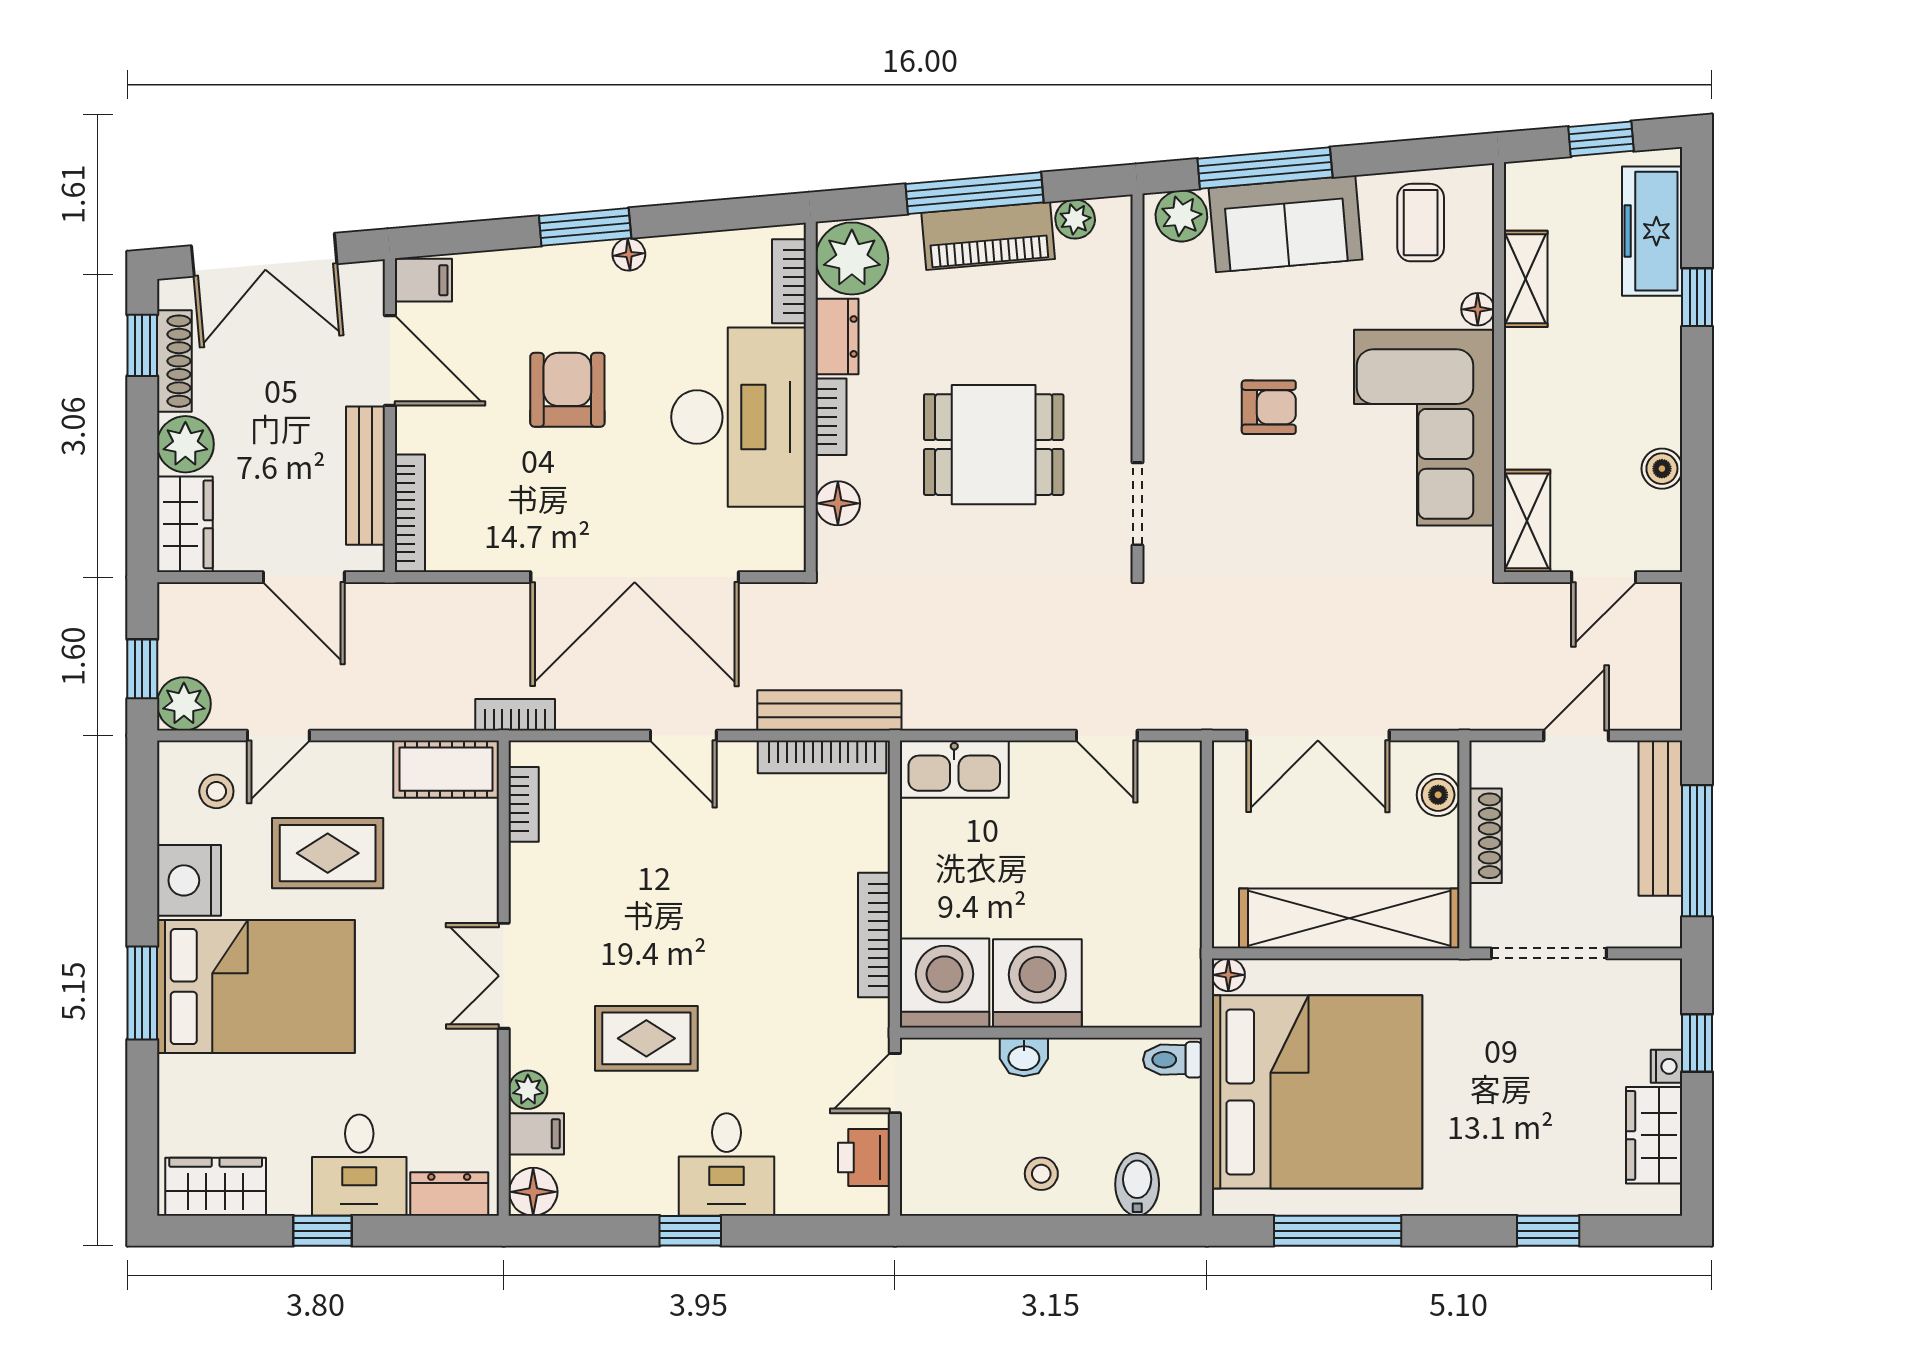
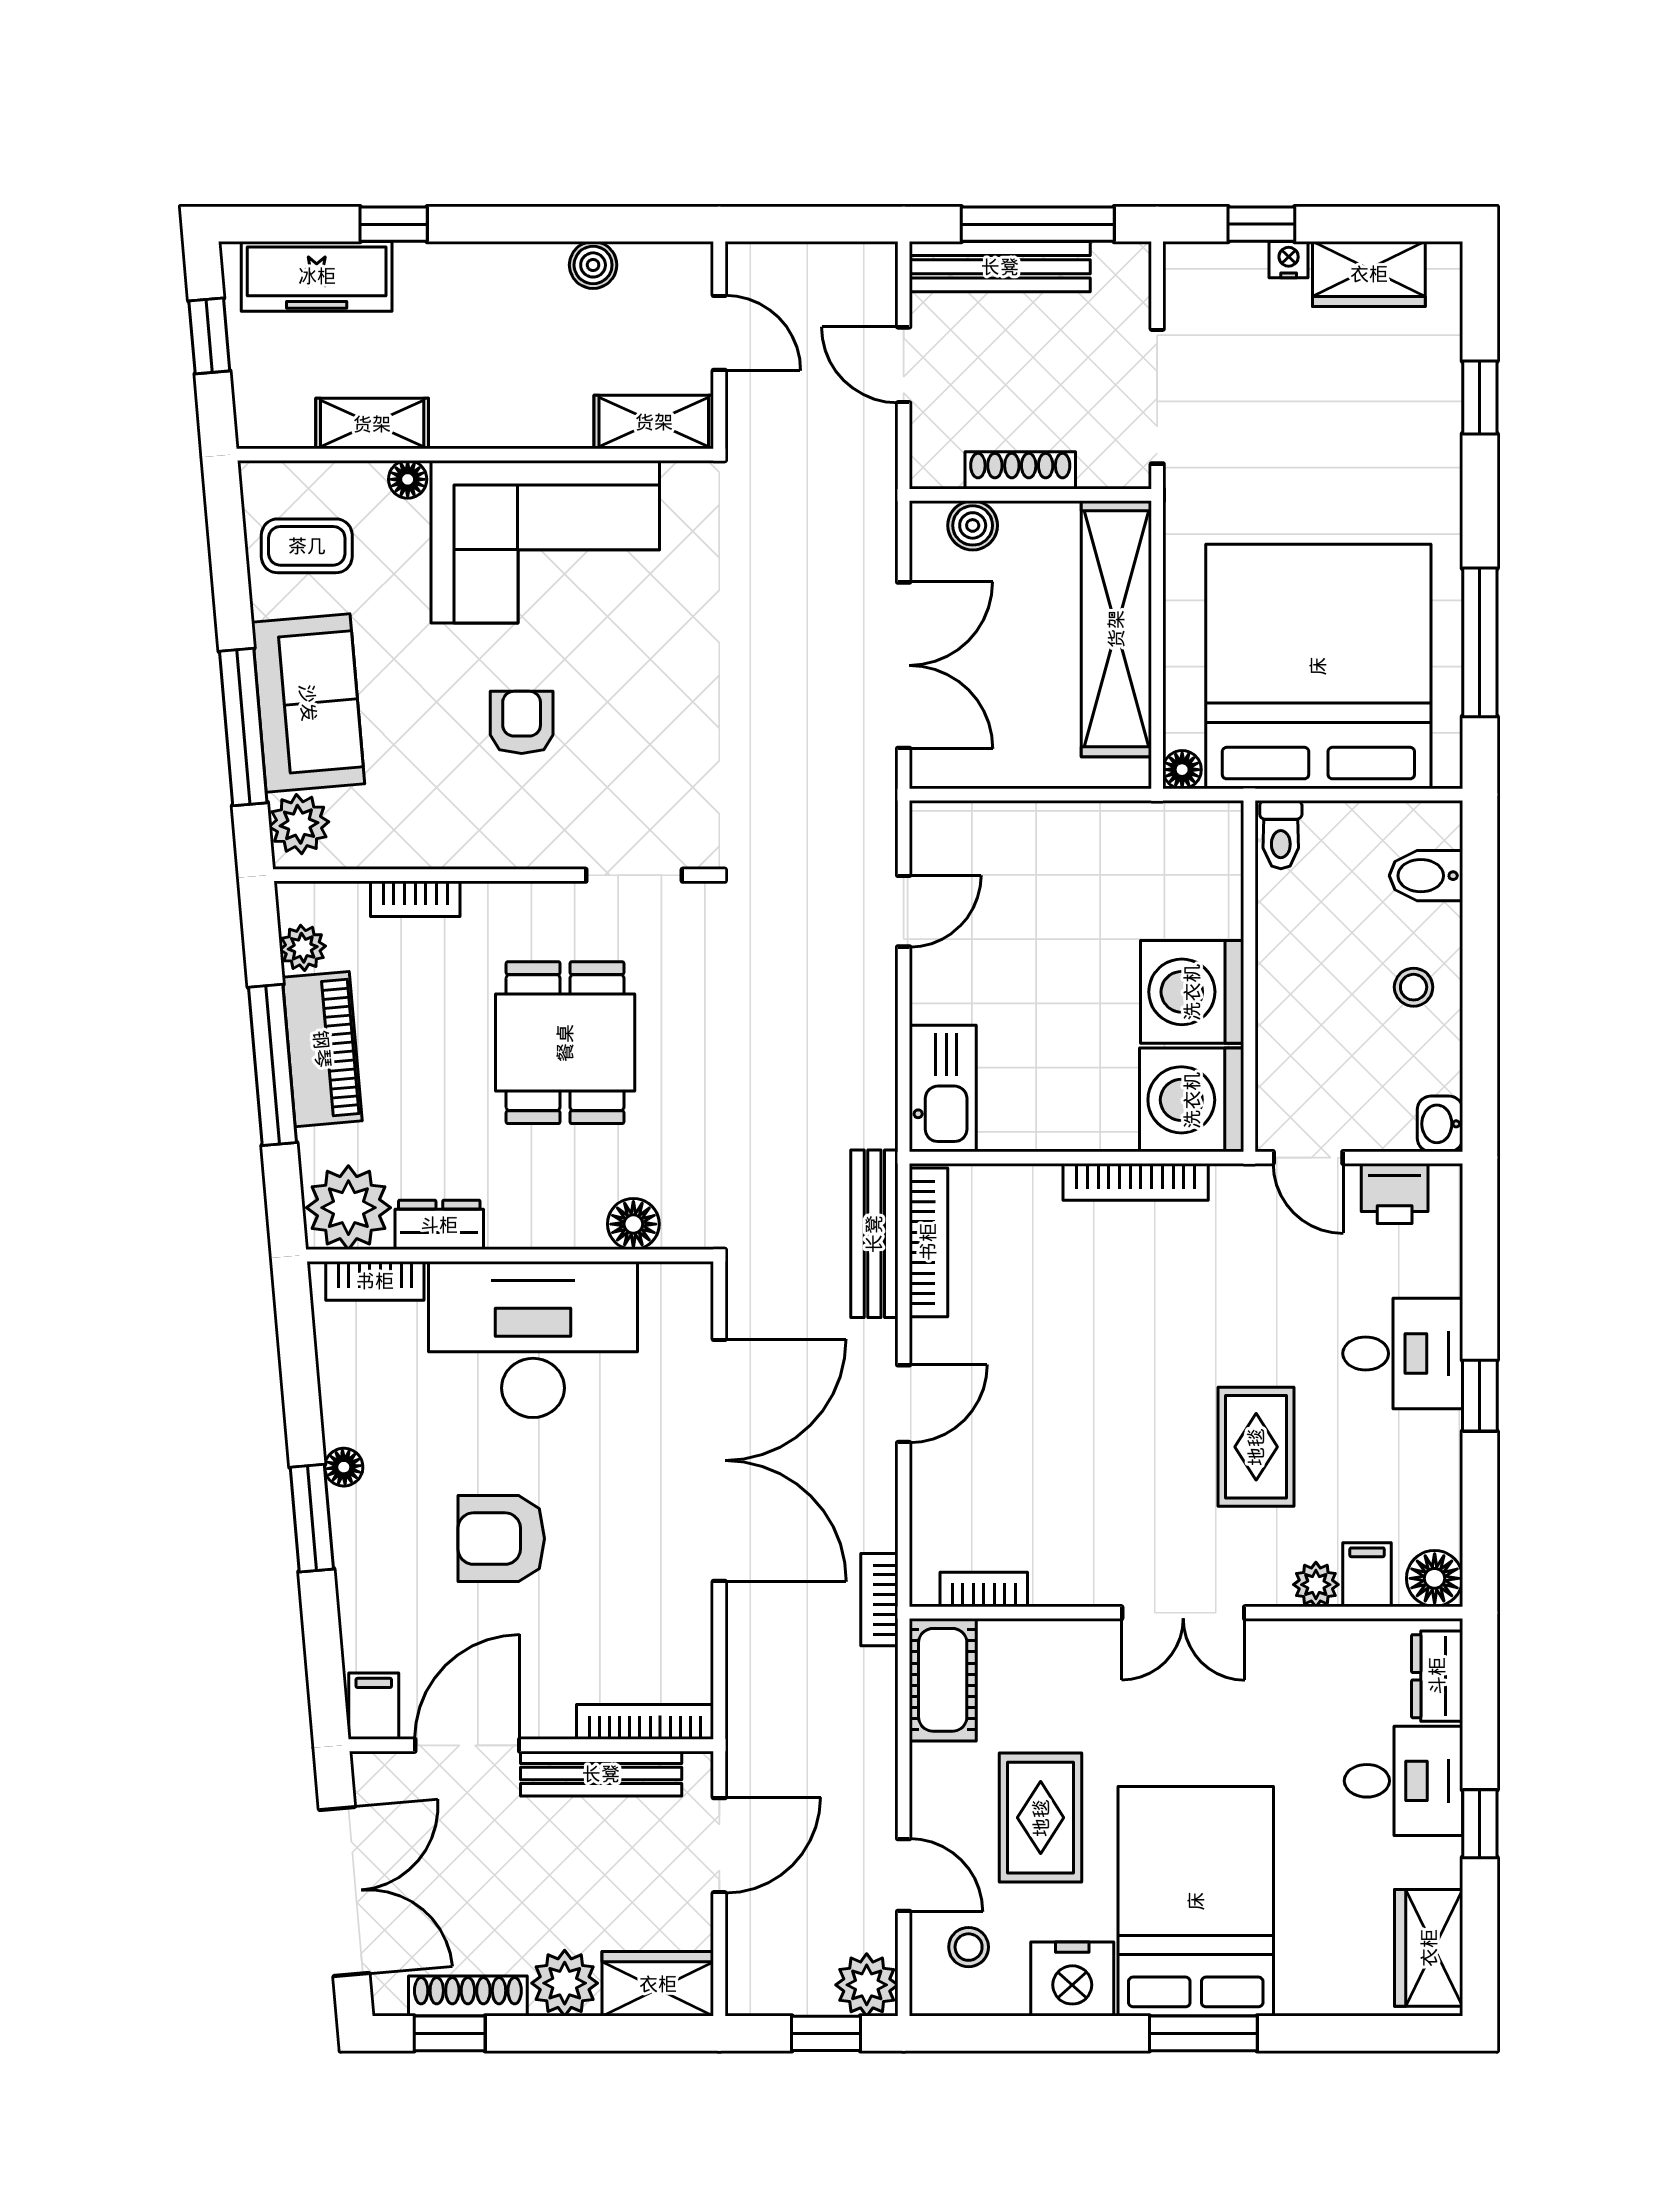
bookcase: (831, 417) -> (415, 899), moved, turned 180
washbasin: (1024, 1057) -> (1440, 1124), moved, turned 180

